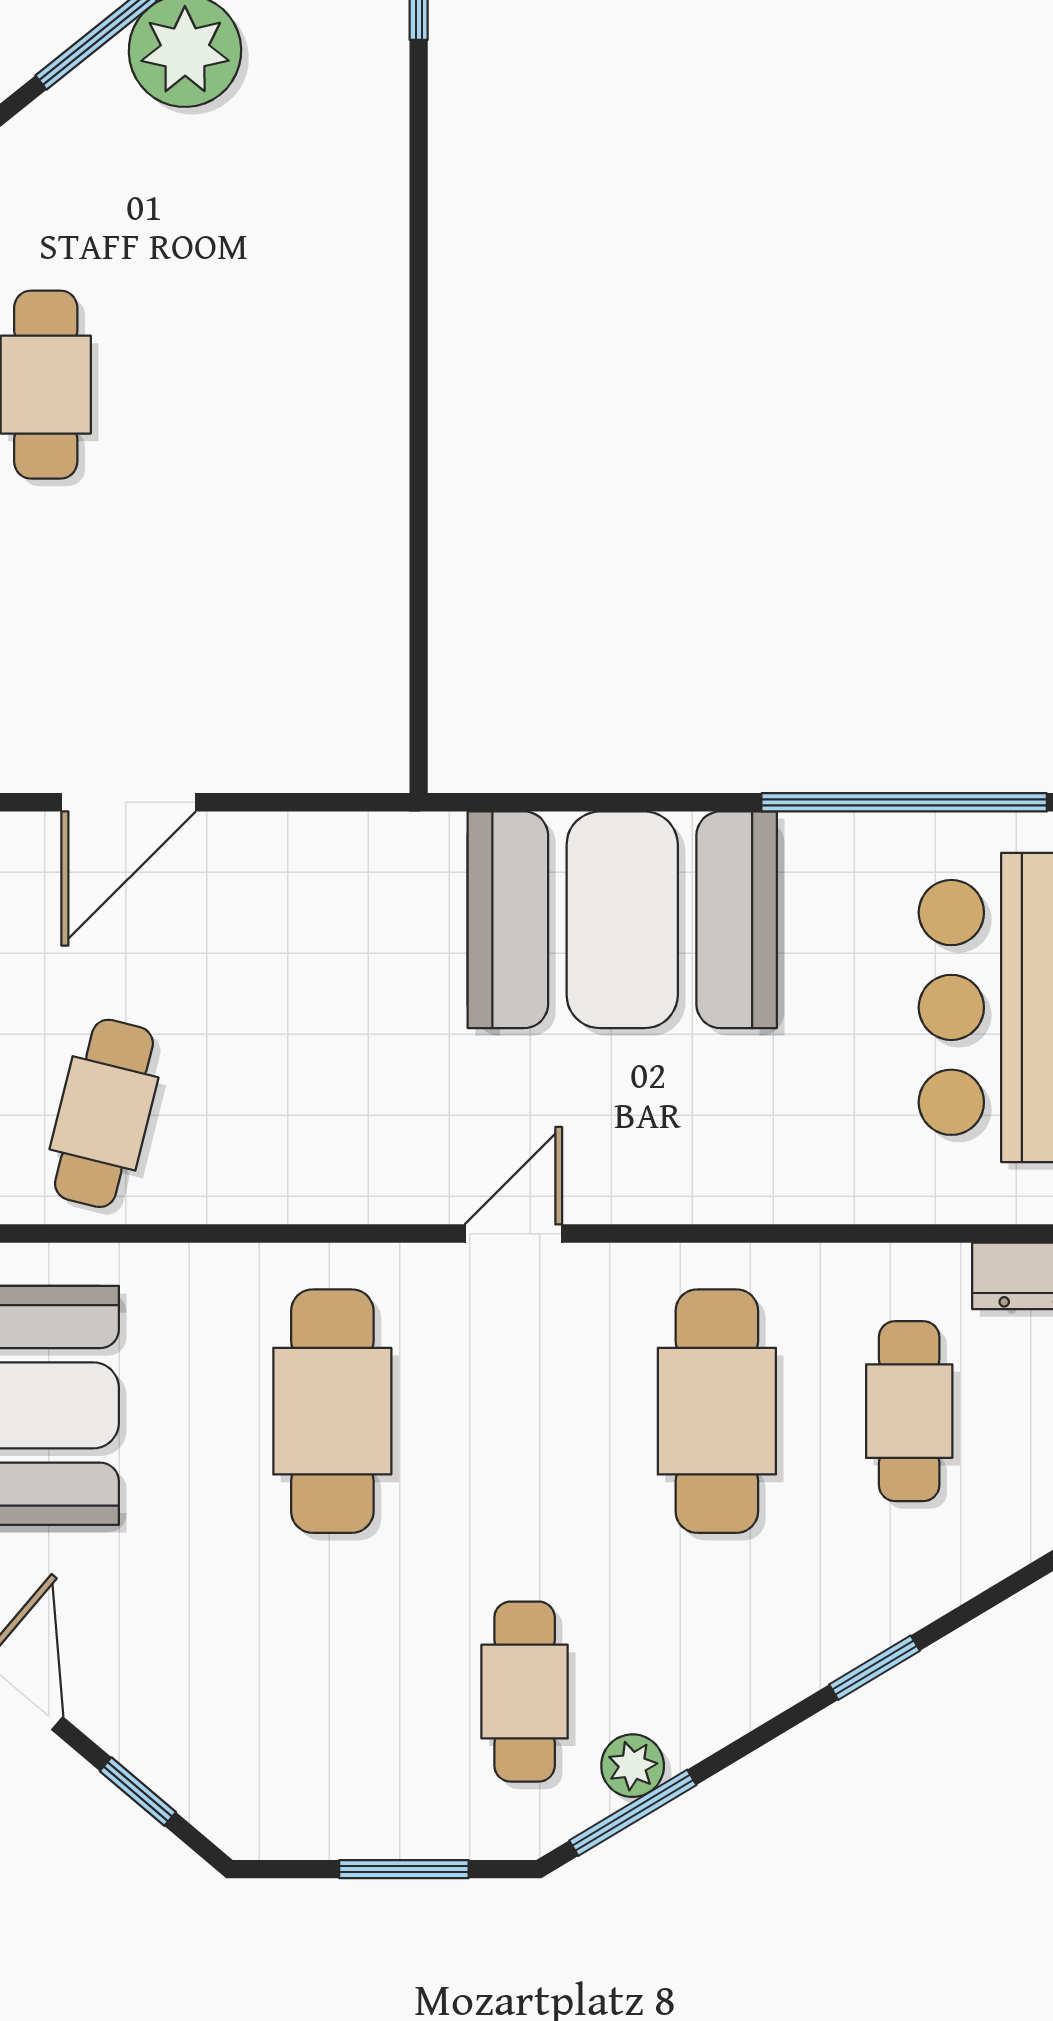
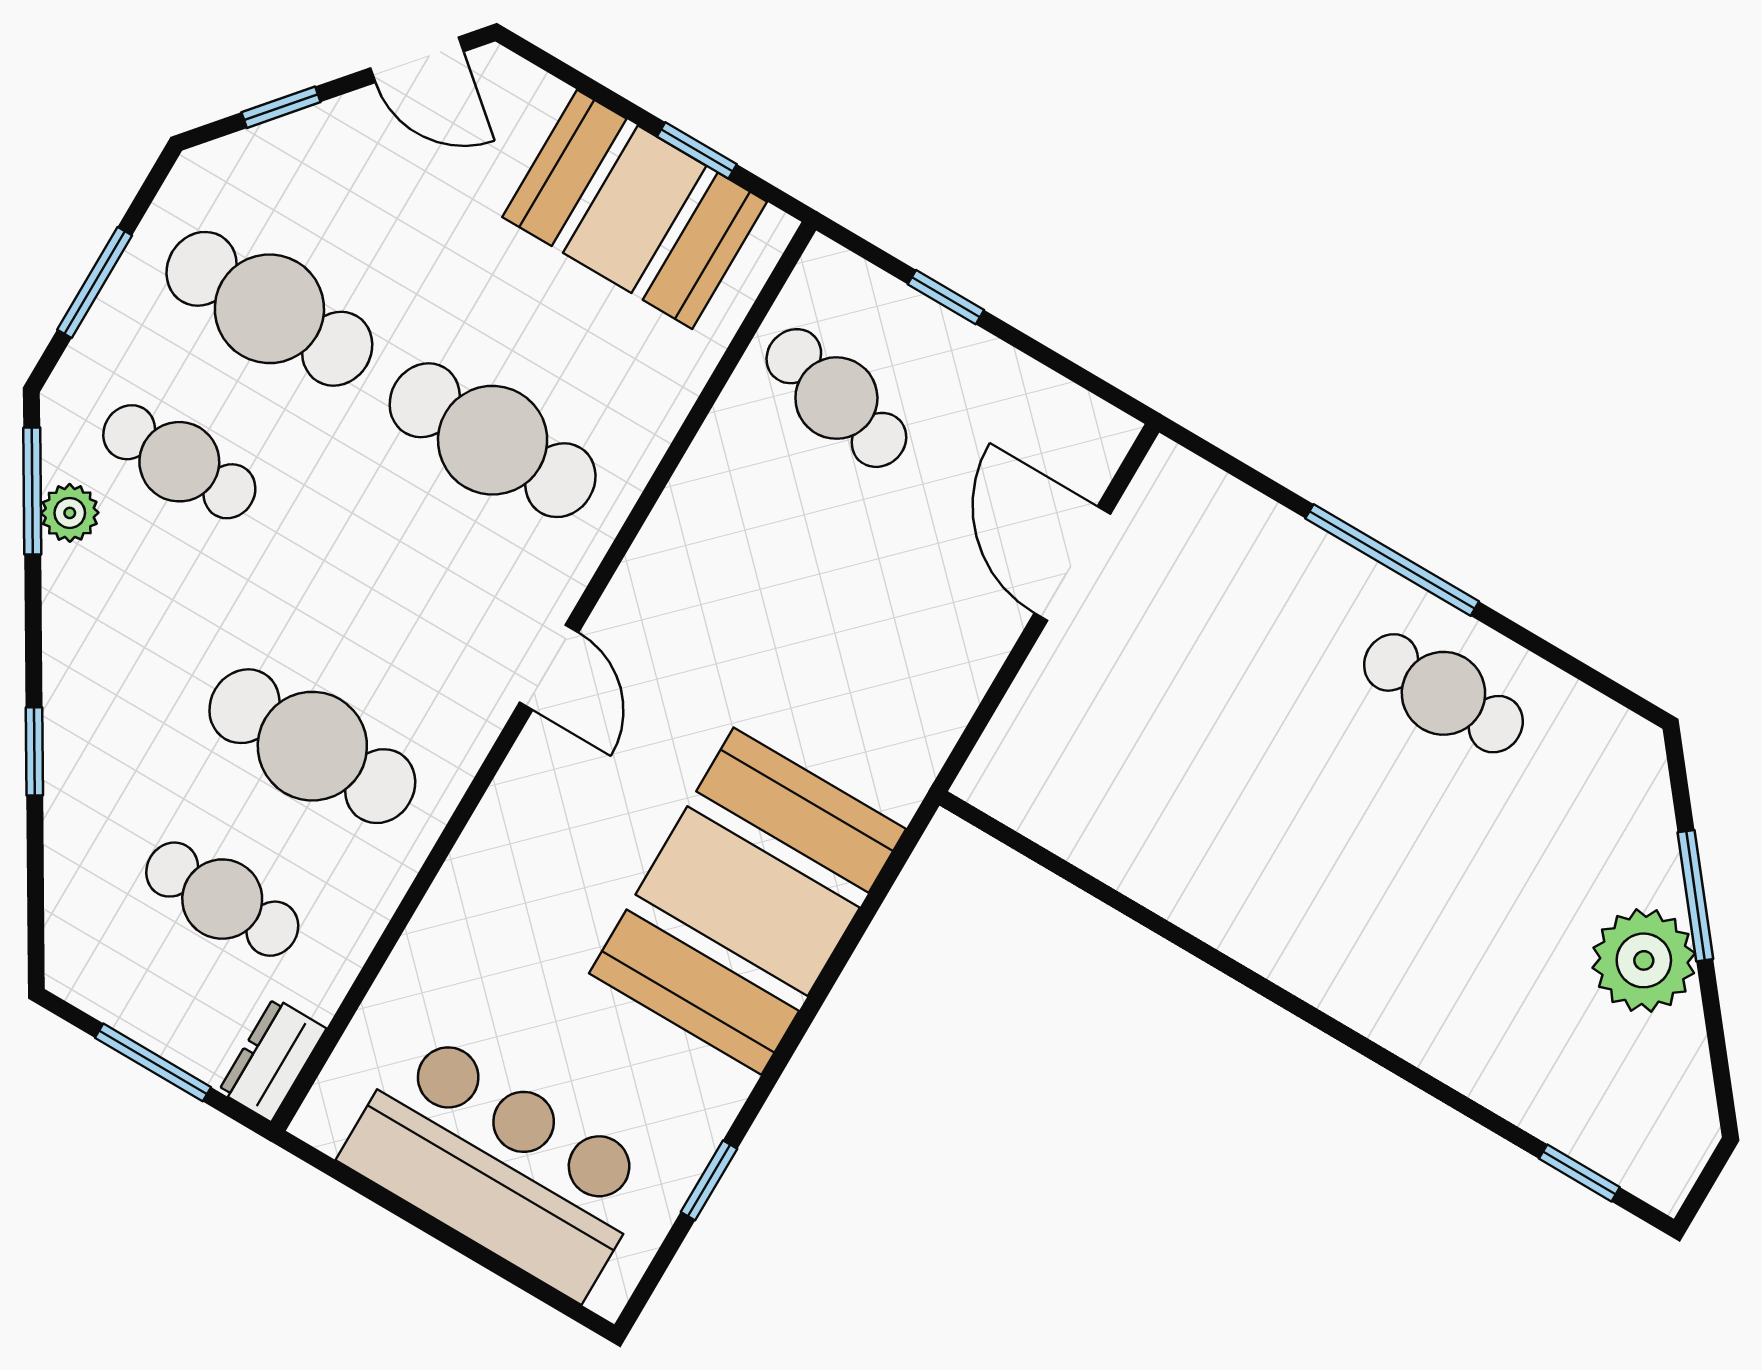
window: (904, 802) -> (709, 1180), width x0.32
cafe table: (332, 1692) -> (269, 309), added

